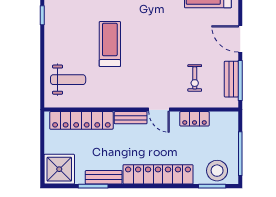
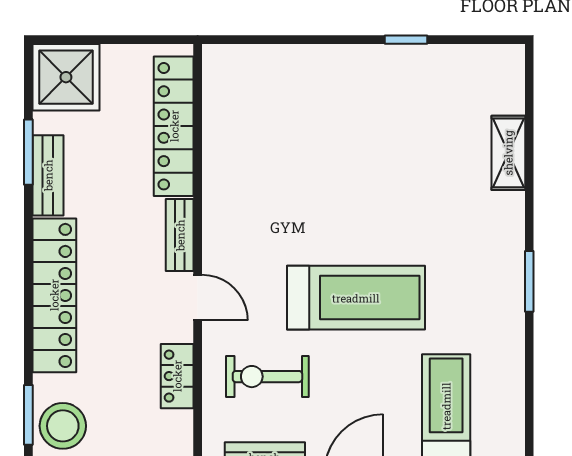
treadmill: (110, 44) -> (356, 298), moved, width x1.37, depth x1.38
exercise bike: (195, 78) -> (267, 377), width x1.38, depth x1.39
weight bench: (68, 80) -> (264, 97), removed
door: (159, 110) -> (198, 298), swing flipped

